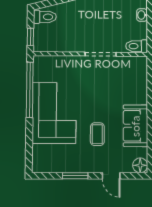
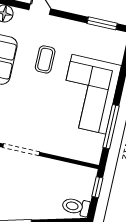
window: (30, 90) -> (111, 127), width x0.68
window: (75, 176) -> (102, 23), moved

